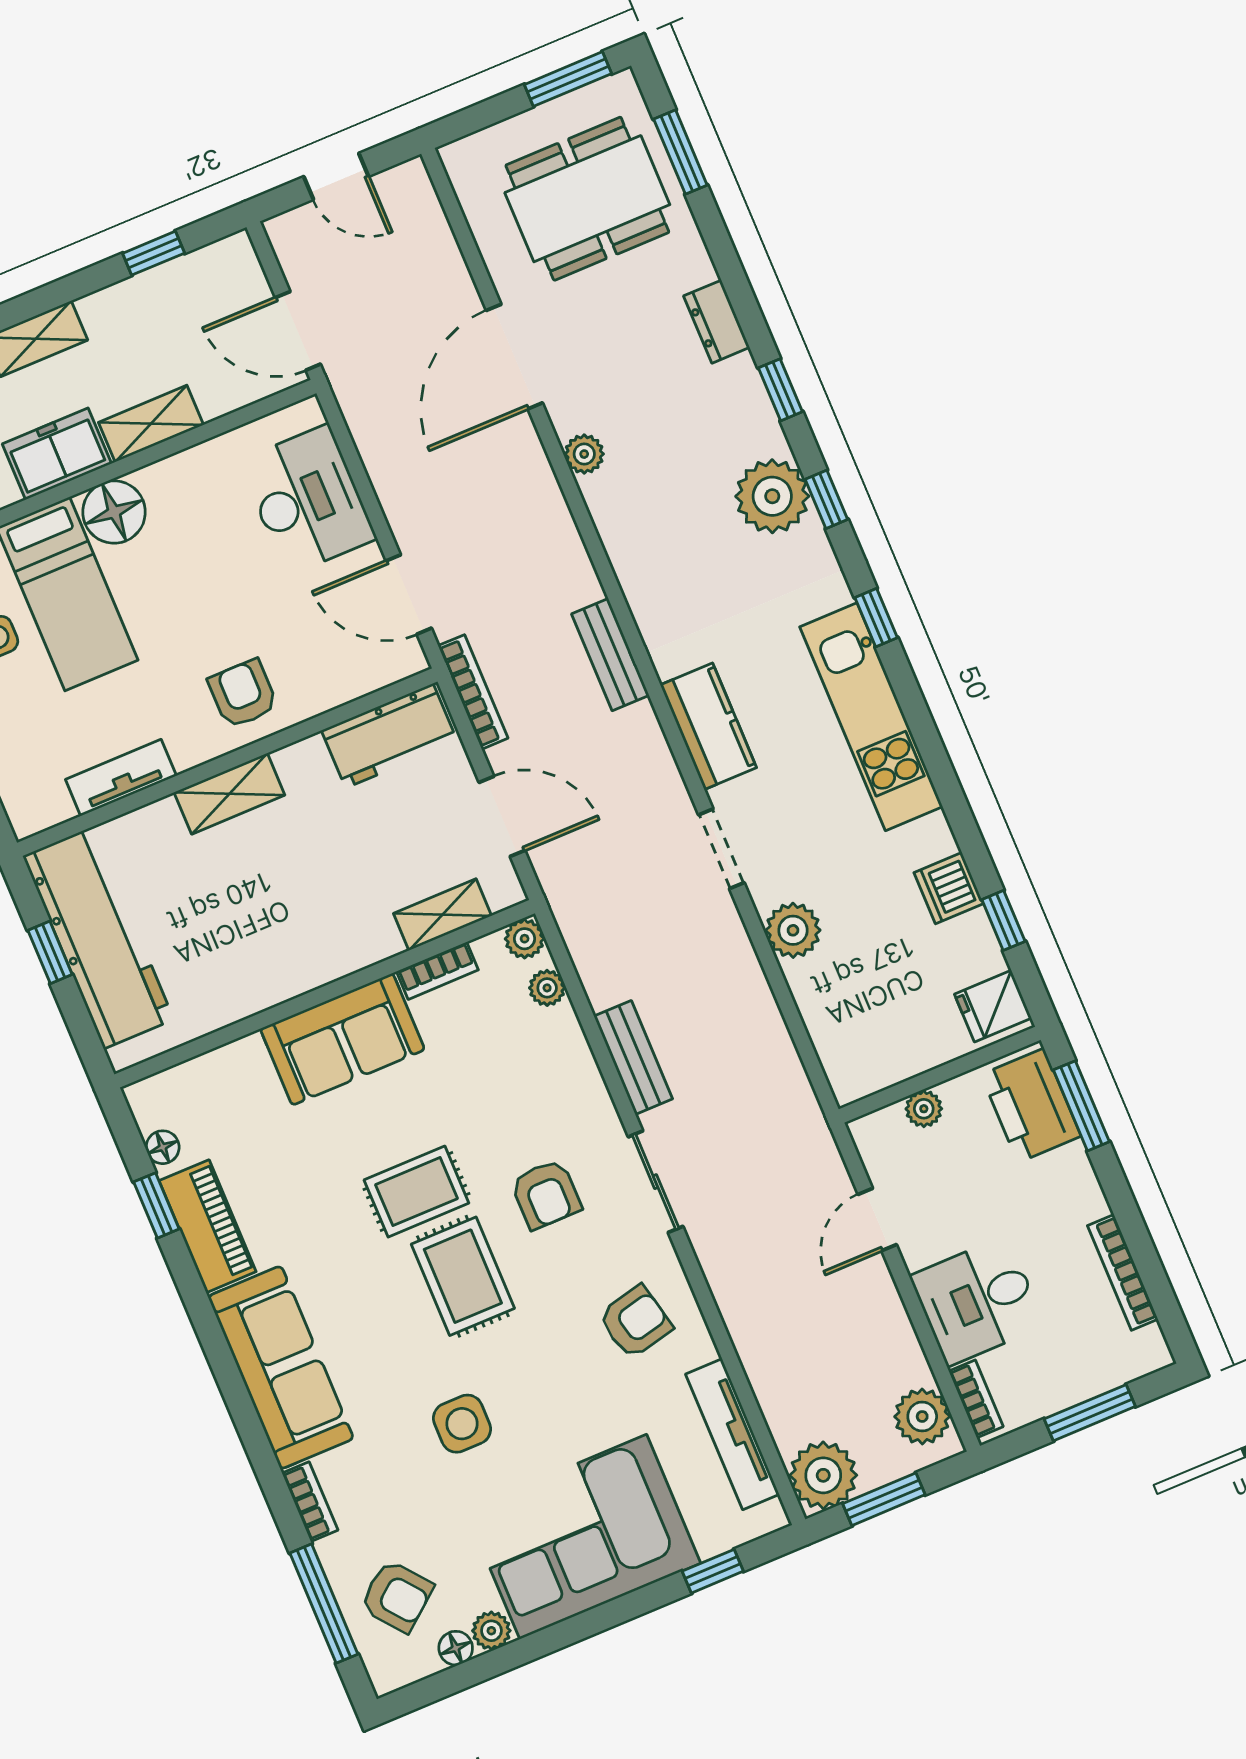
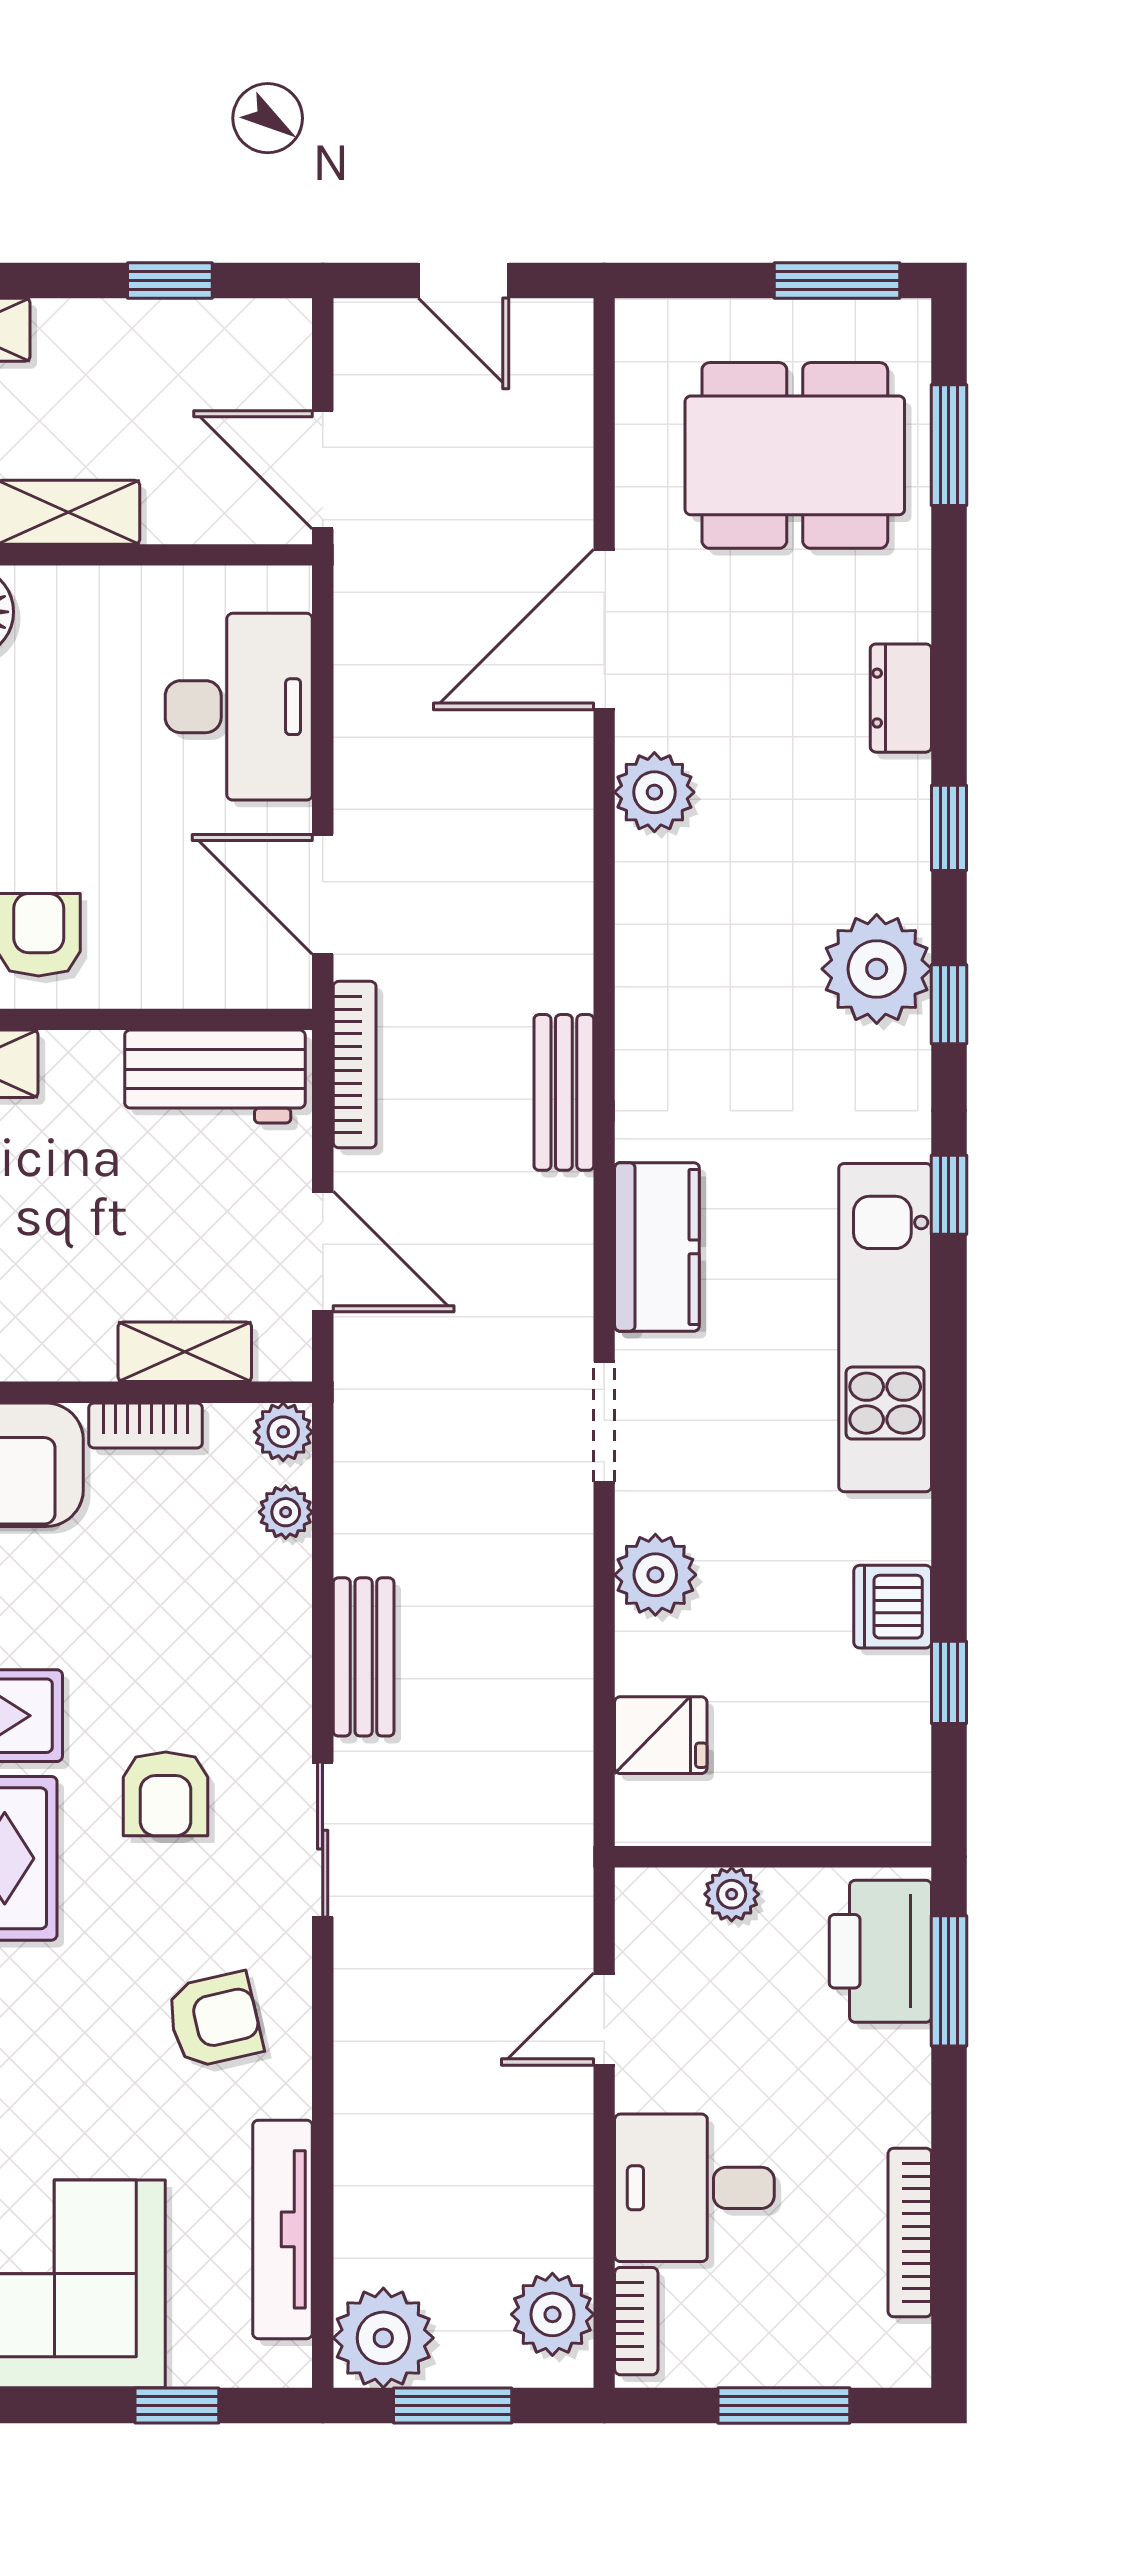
plant: (584, 454) -> (654, 792), width x1.38, depth x1.38
fridge: (993, 1006) -> (661, 1735), moved, turned 180

